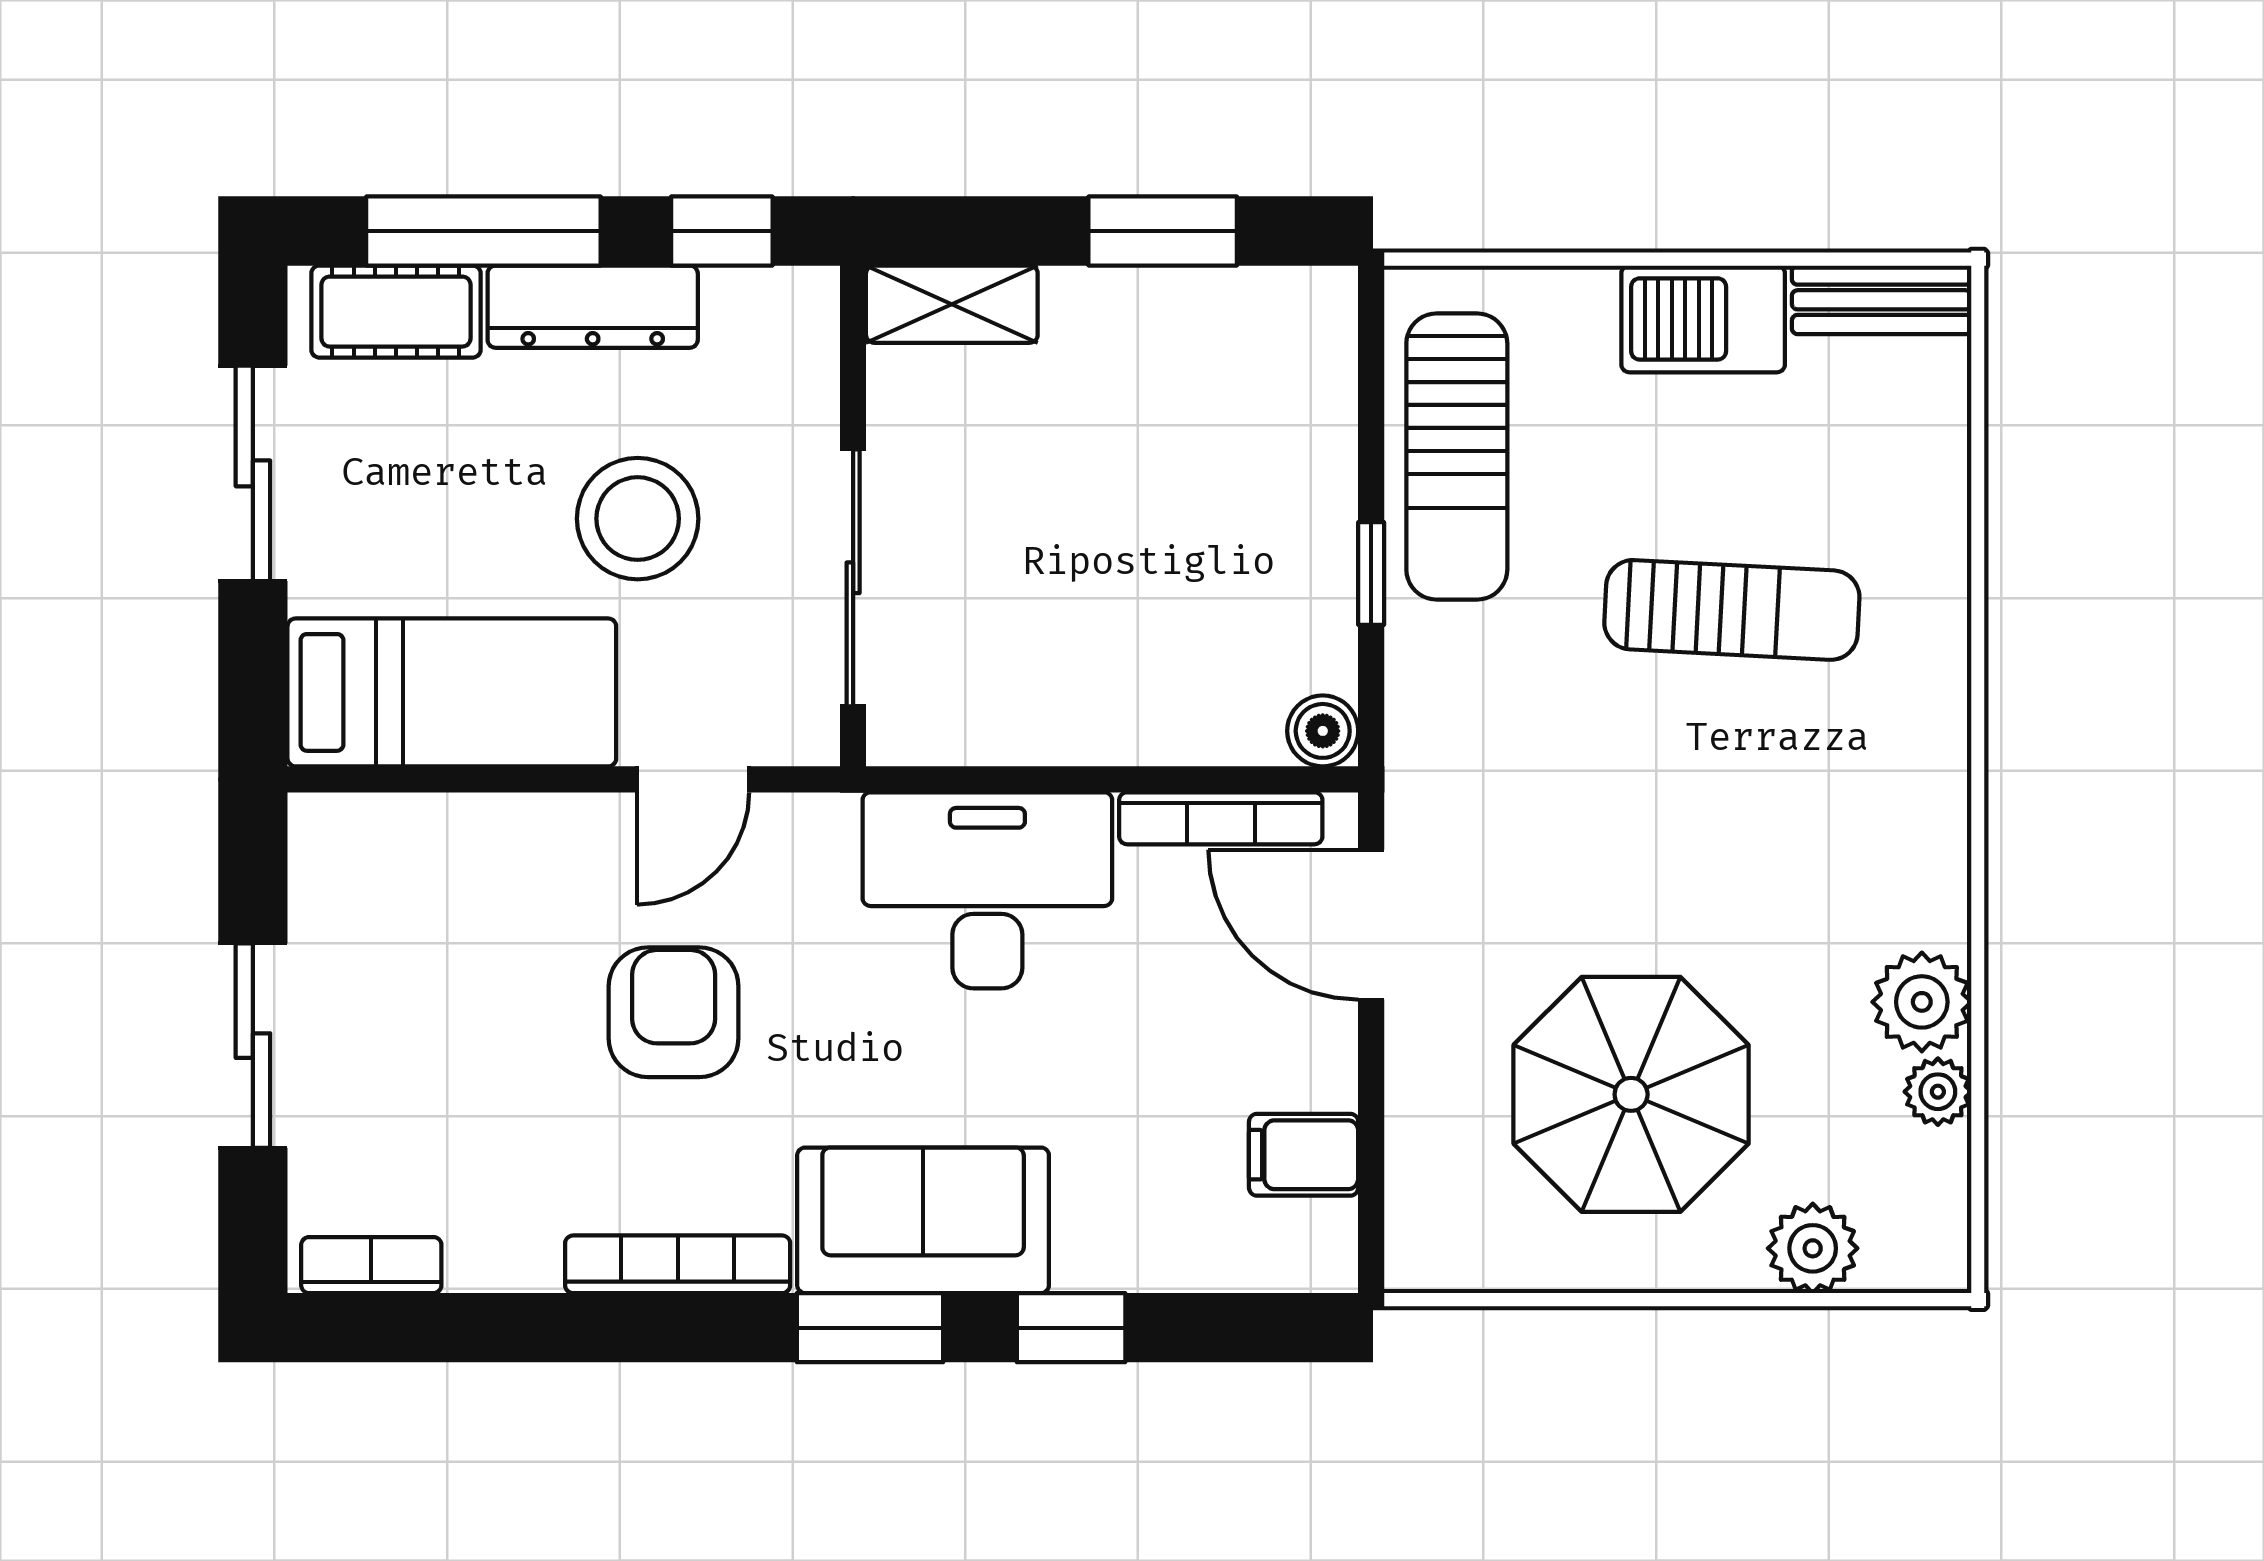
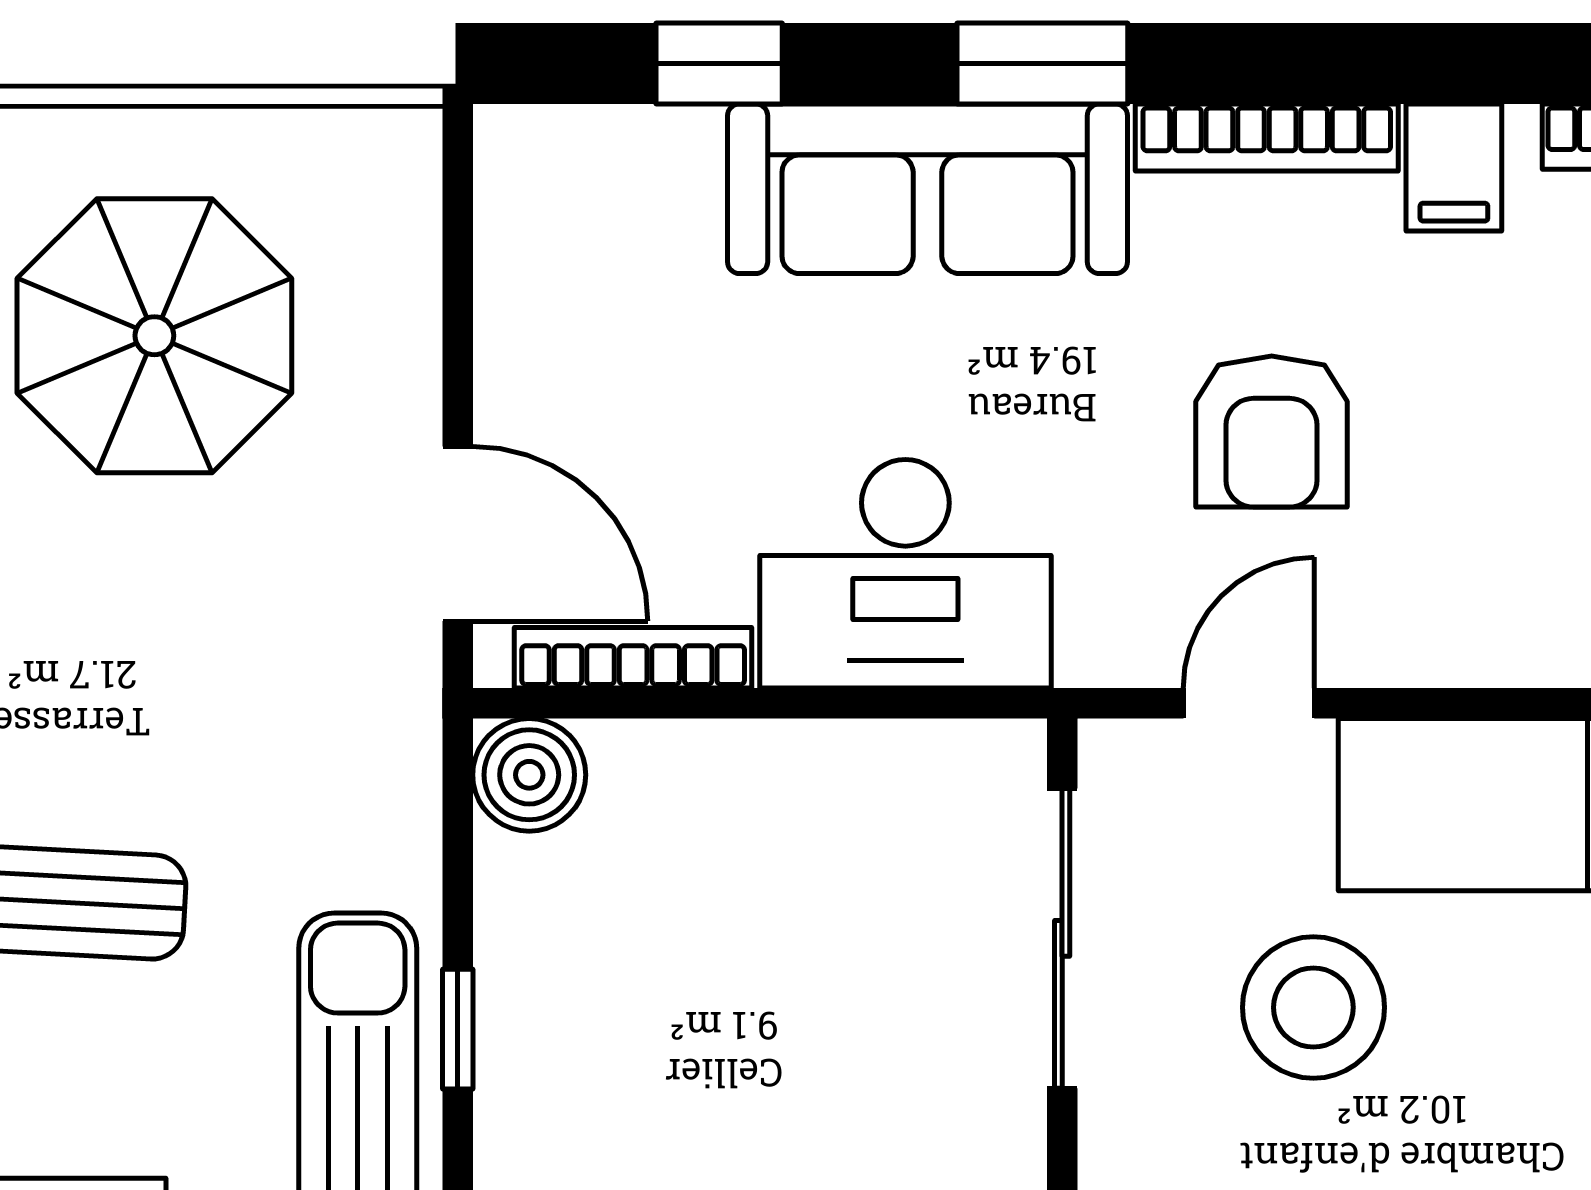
window: (1371, 574) -> (458, 1029), moved
boiler: (1323, 731) -> (529, 775), width x1.36, depth x1.36
filing cabinet: (1304, 1155) -> (1454, 168), moved, turned 90
sofa: (923, 1220) -> (927, 189), width x1.36
window: (1071, 1328) -> (719, 64), moved

